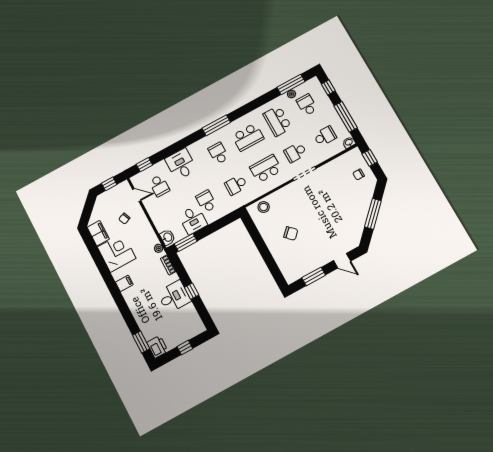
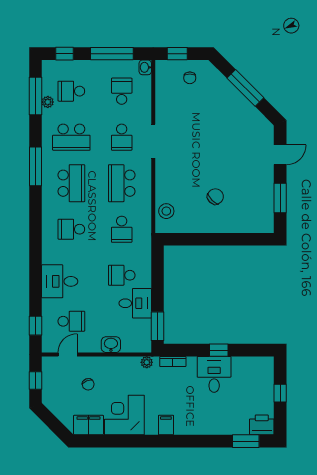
window: (216, 125) -> (36, 166), moved
washbasin: (167, 237) -> (111, 345), moved

